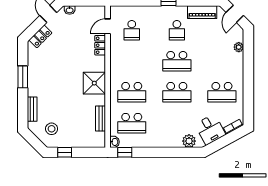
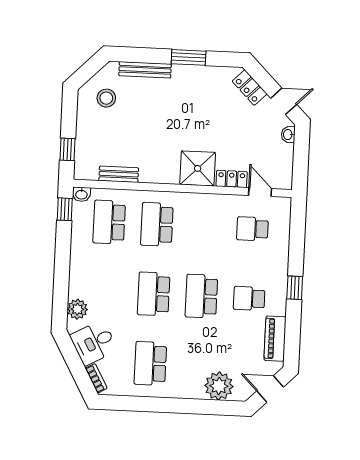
plant: (239, 47) -> (219, 386), width x1.88, depth x1.88
shower: (94, 83) -> (198, 168), moved
bench: (32, 109) -> (145, 70), width x1.36
window: (65, 152) -> (68, 149), moved

